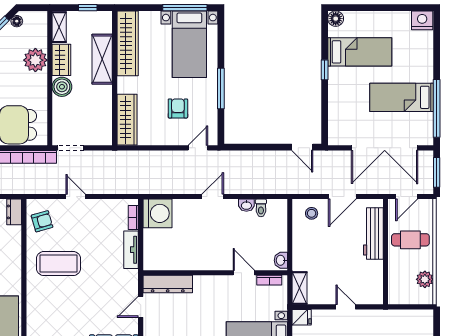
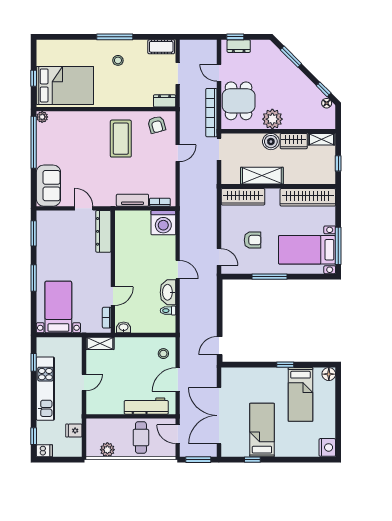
shelving: (102, 59) -> (262, 176), moved
plant: (35, 60) -> (272, 119), moved
window: (437, 108) -> (252, 460), width x0.32
door: (342, 197) -> (178, 380), hinge flipped
washbasin: (246, 205) -> (168, 292), width x1.91, depth x1.45
fridge: (302, 317) -> (74, 431), moved, turned 90

